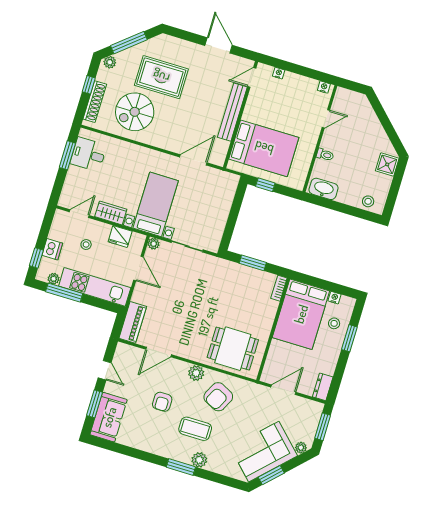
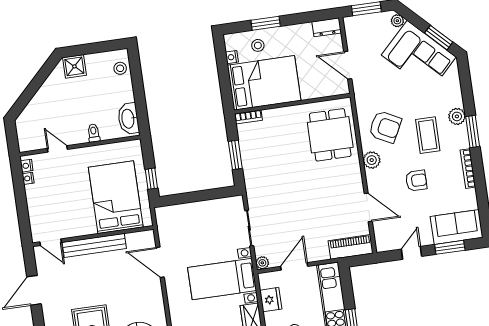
nightstand: (279, 73) -> (28, 178), moved
bookcase: (152, 449) -> (468, 169), added

